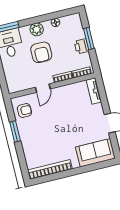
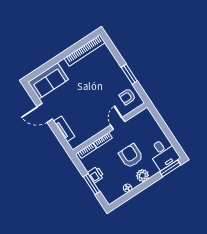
tv unit: (94, 91) -> (64, 129), moved

